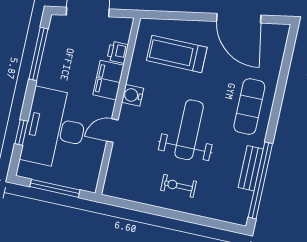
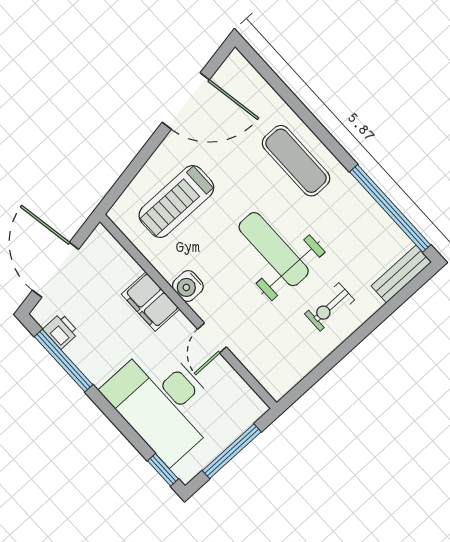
printer: (117, 52) -> (61, 331), moved, turned 180
window: (21, 132) -> (163, 470), moved
bench: (251, 168) -> (401, 274), moved, turned 90

